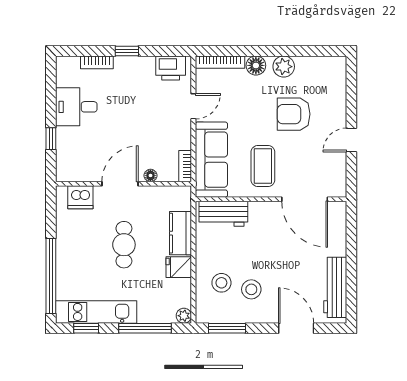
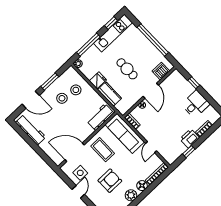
window: (127, 51) -> (189, 152), moved
printer: (171, 68) -> (189, 138), moved
side table: (324, 164) -> (80, 173), added
window: (51, 276) -> (153, 40), moved
window: (227, 328) -> (50, 82), moved

